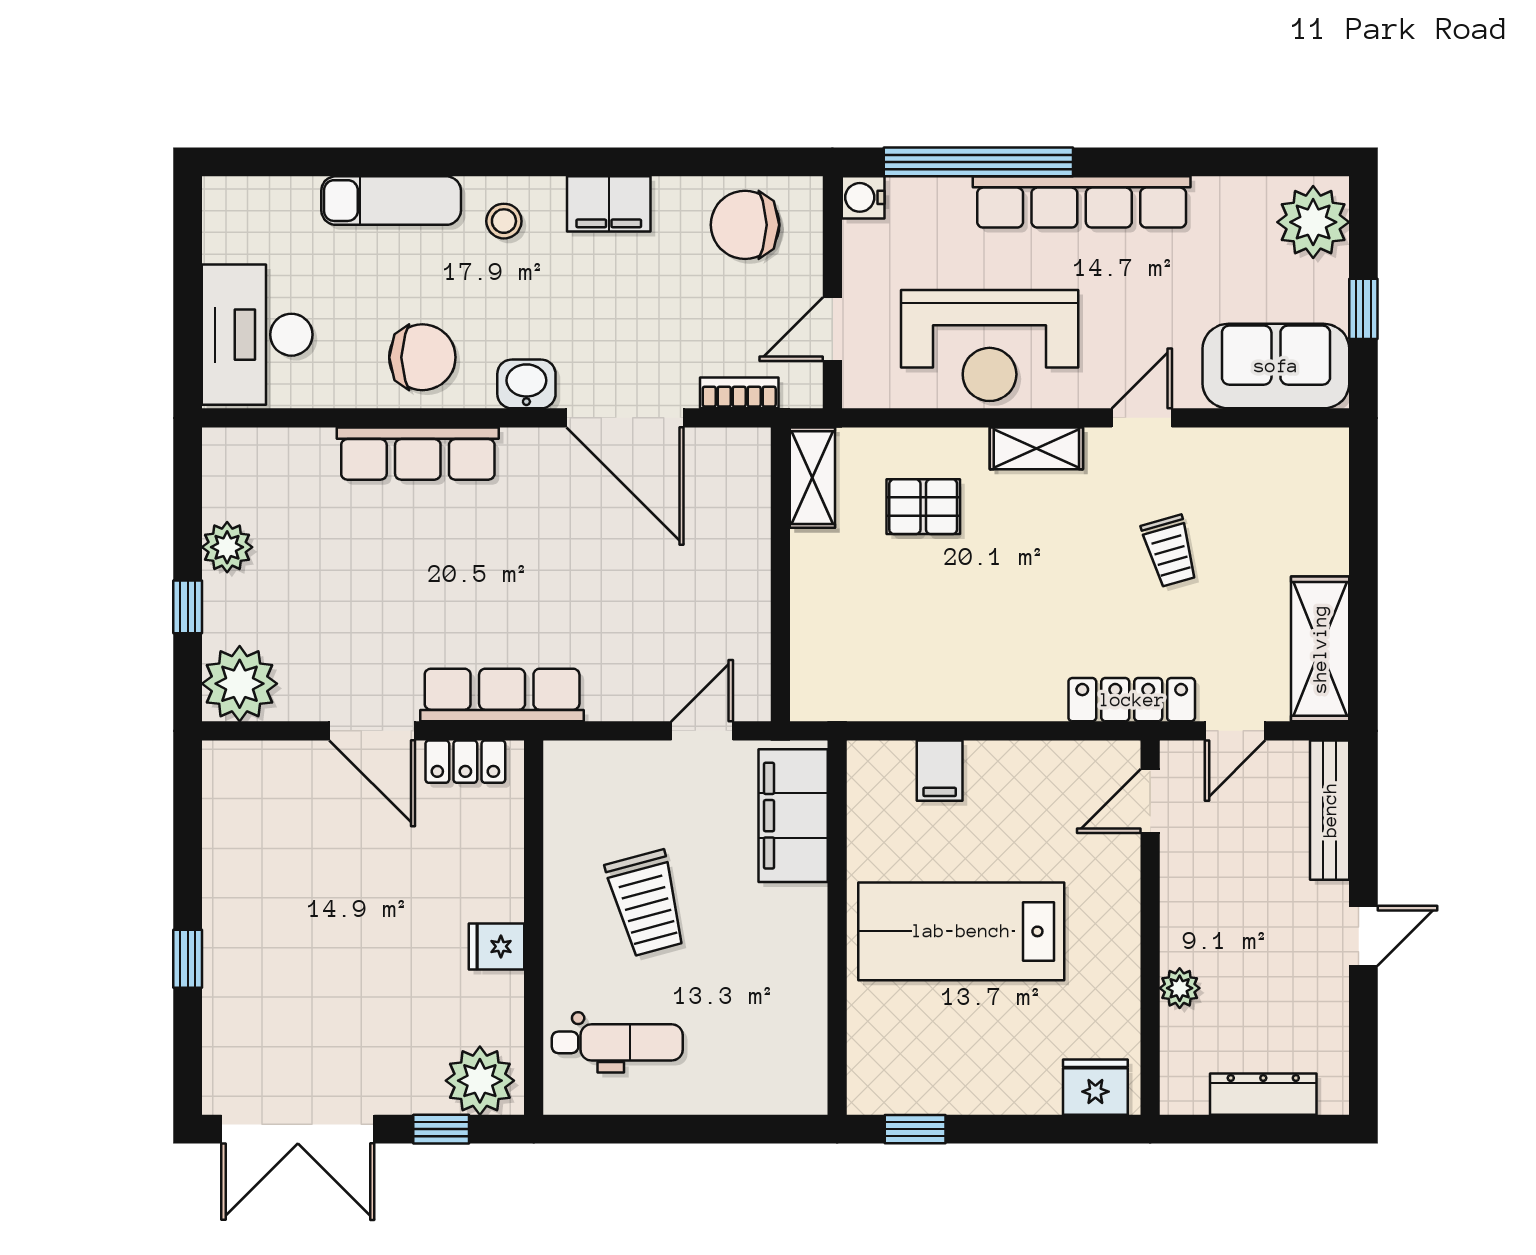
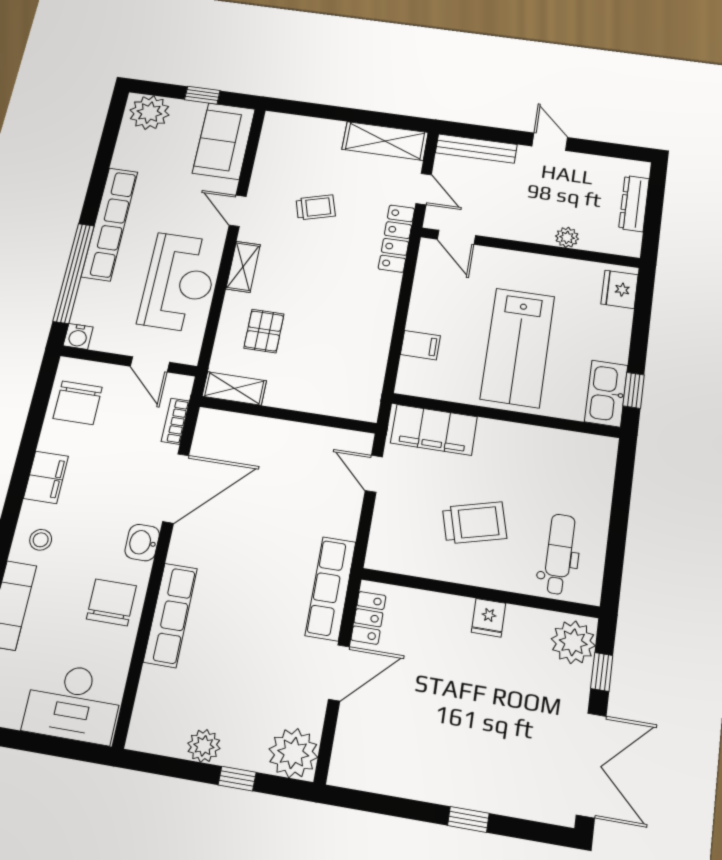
kitchen sink: (902, 1086) -> (606, 393), added

